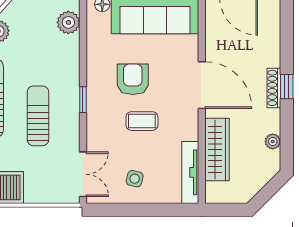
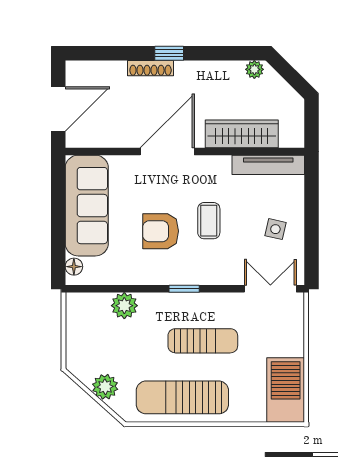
plant: (68, 22) -> (124, 306), moved
shoe rack: (274, 88) -> (151, 68), moved
sun lounger: (38, 116) -> (203, 341), turned 180
plant: (273, 141) -> (254, 69), moved

